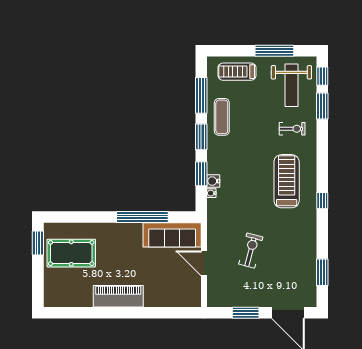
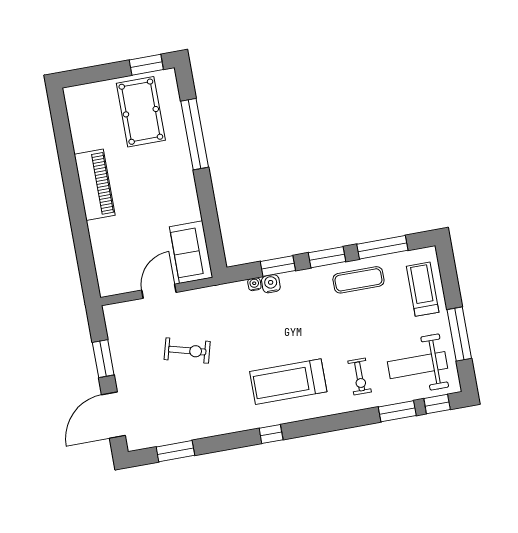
treadmill: (287, 181) -> (288, 382), turned 180
window: (142, 217) -> (195, 134), moved
sofa: (172, 235) -> (191, 252), width x0.73

